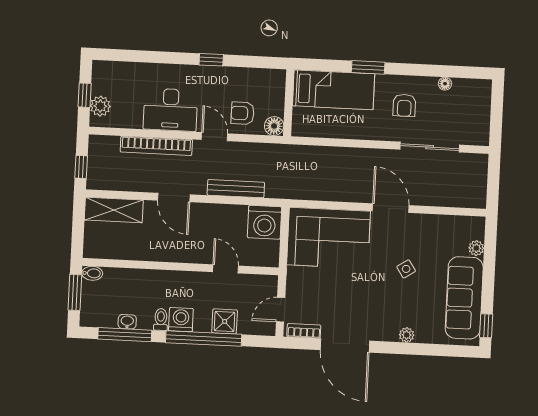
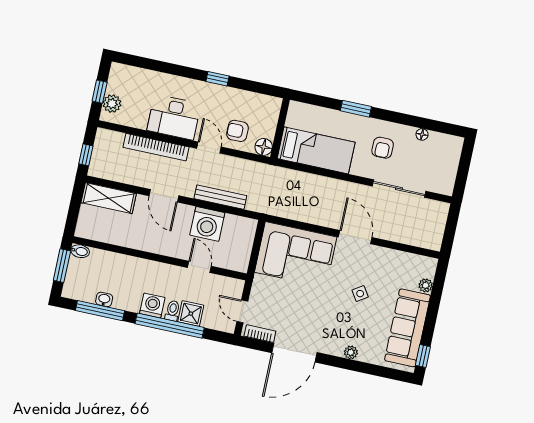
bed: (334, 90) -> (316, 150), moved
washing machine: (265, 222) -> (207, 224), moved
door: (281, 310) -> (242, 311), hinge flipped
toilet: (161, 320) -> (173, 311), moved
door: (345, 345) -> (294, 353), hinge flipped

